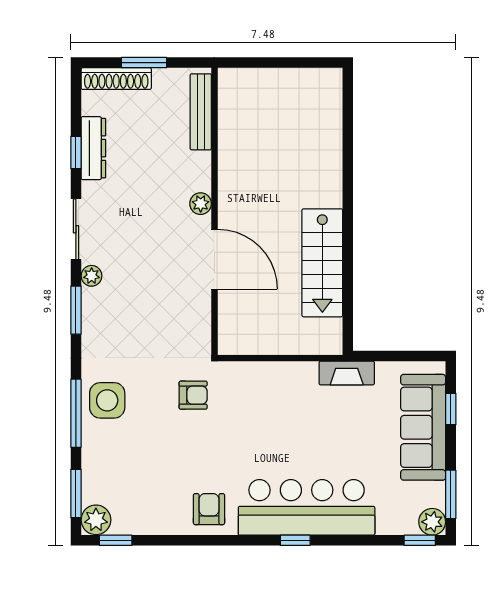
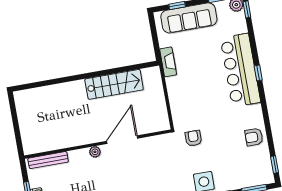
armchair: (209, 509) -> (254, 137), moved
plant: (96, 520) -> (266, 176), removed

